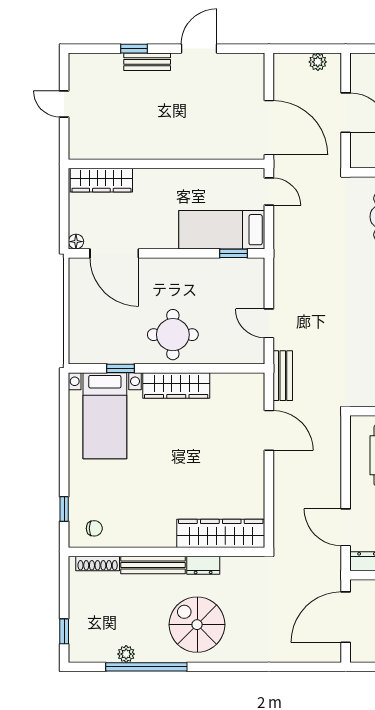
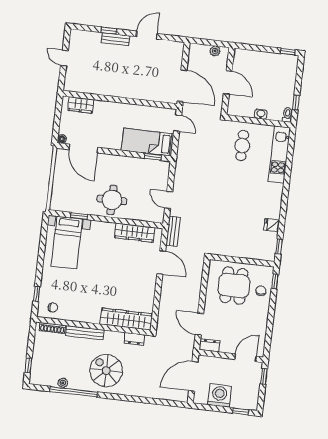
wardrobe: (101, 180) -> (81, 105), width x0.67
wardrobe: (176, 386) -> (134, 233), moved
dresser: (203, 565) -> (134, 339), moved

